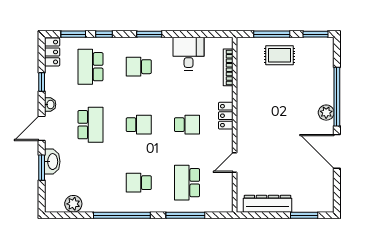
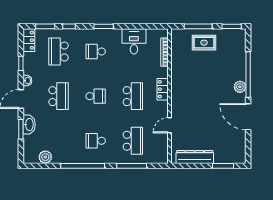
school desk: (187, 125) -> (133, 96), width x1.85
school desk: (187, 183) -> (133, 141), turned 180

